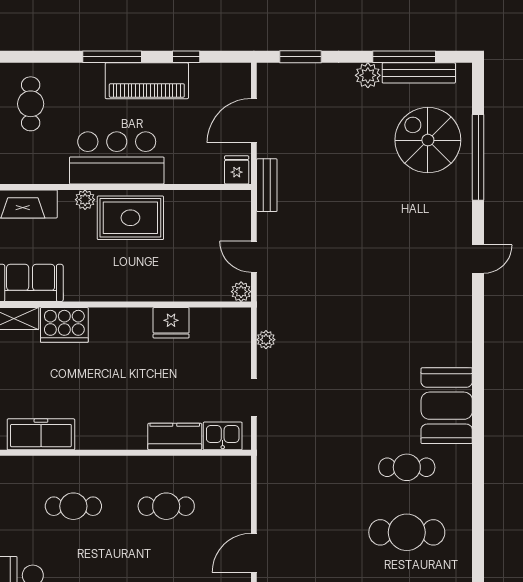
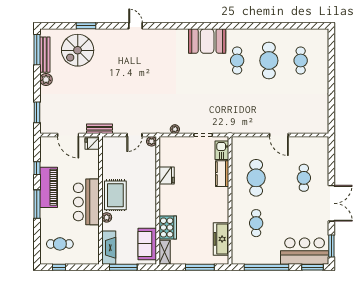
window: (404, 57) -> (37, 50), moved
window: (478, 157) -> (86, 26), width x0.47
cafe table: (166, 506) -> (256, 178), width x1.37, depth x1.35

